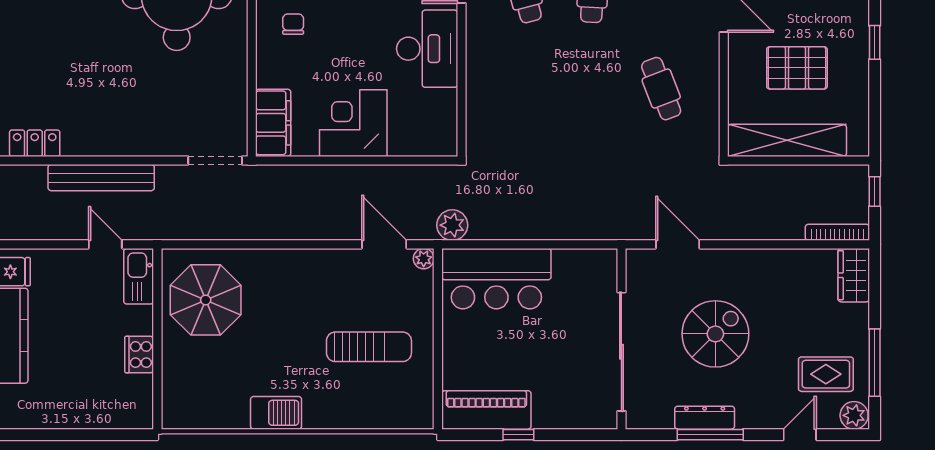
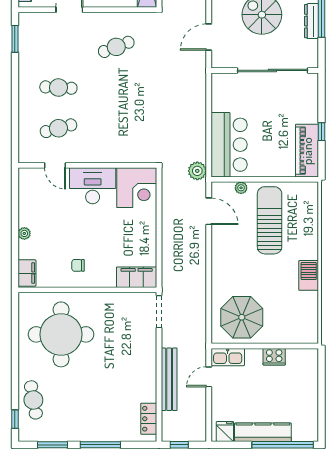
corner desk: (353, 123) -> (137, 188), moved, turned -90
door: (384, 244) -> (209, 211), swing flipped
plant: (424, 259) -> (241, 188), moved
sun lounger: (369, 347) -> (270, 220), width x1.36, depth x1.34

